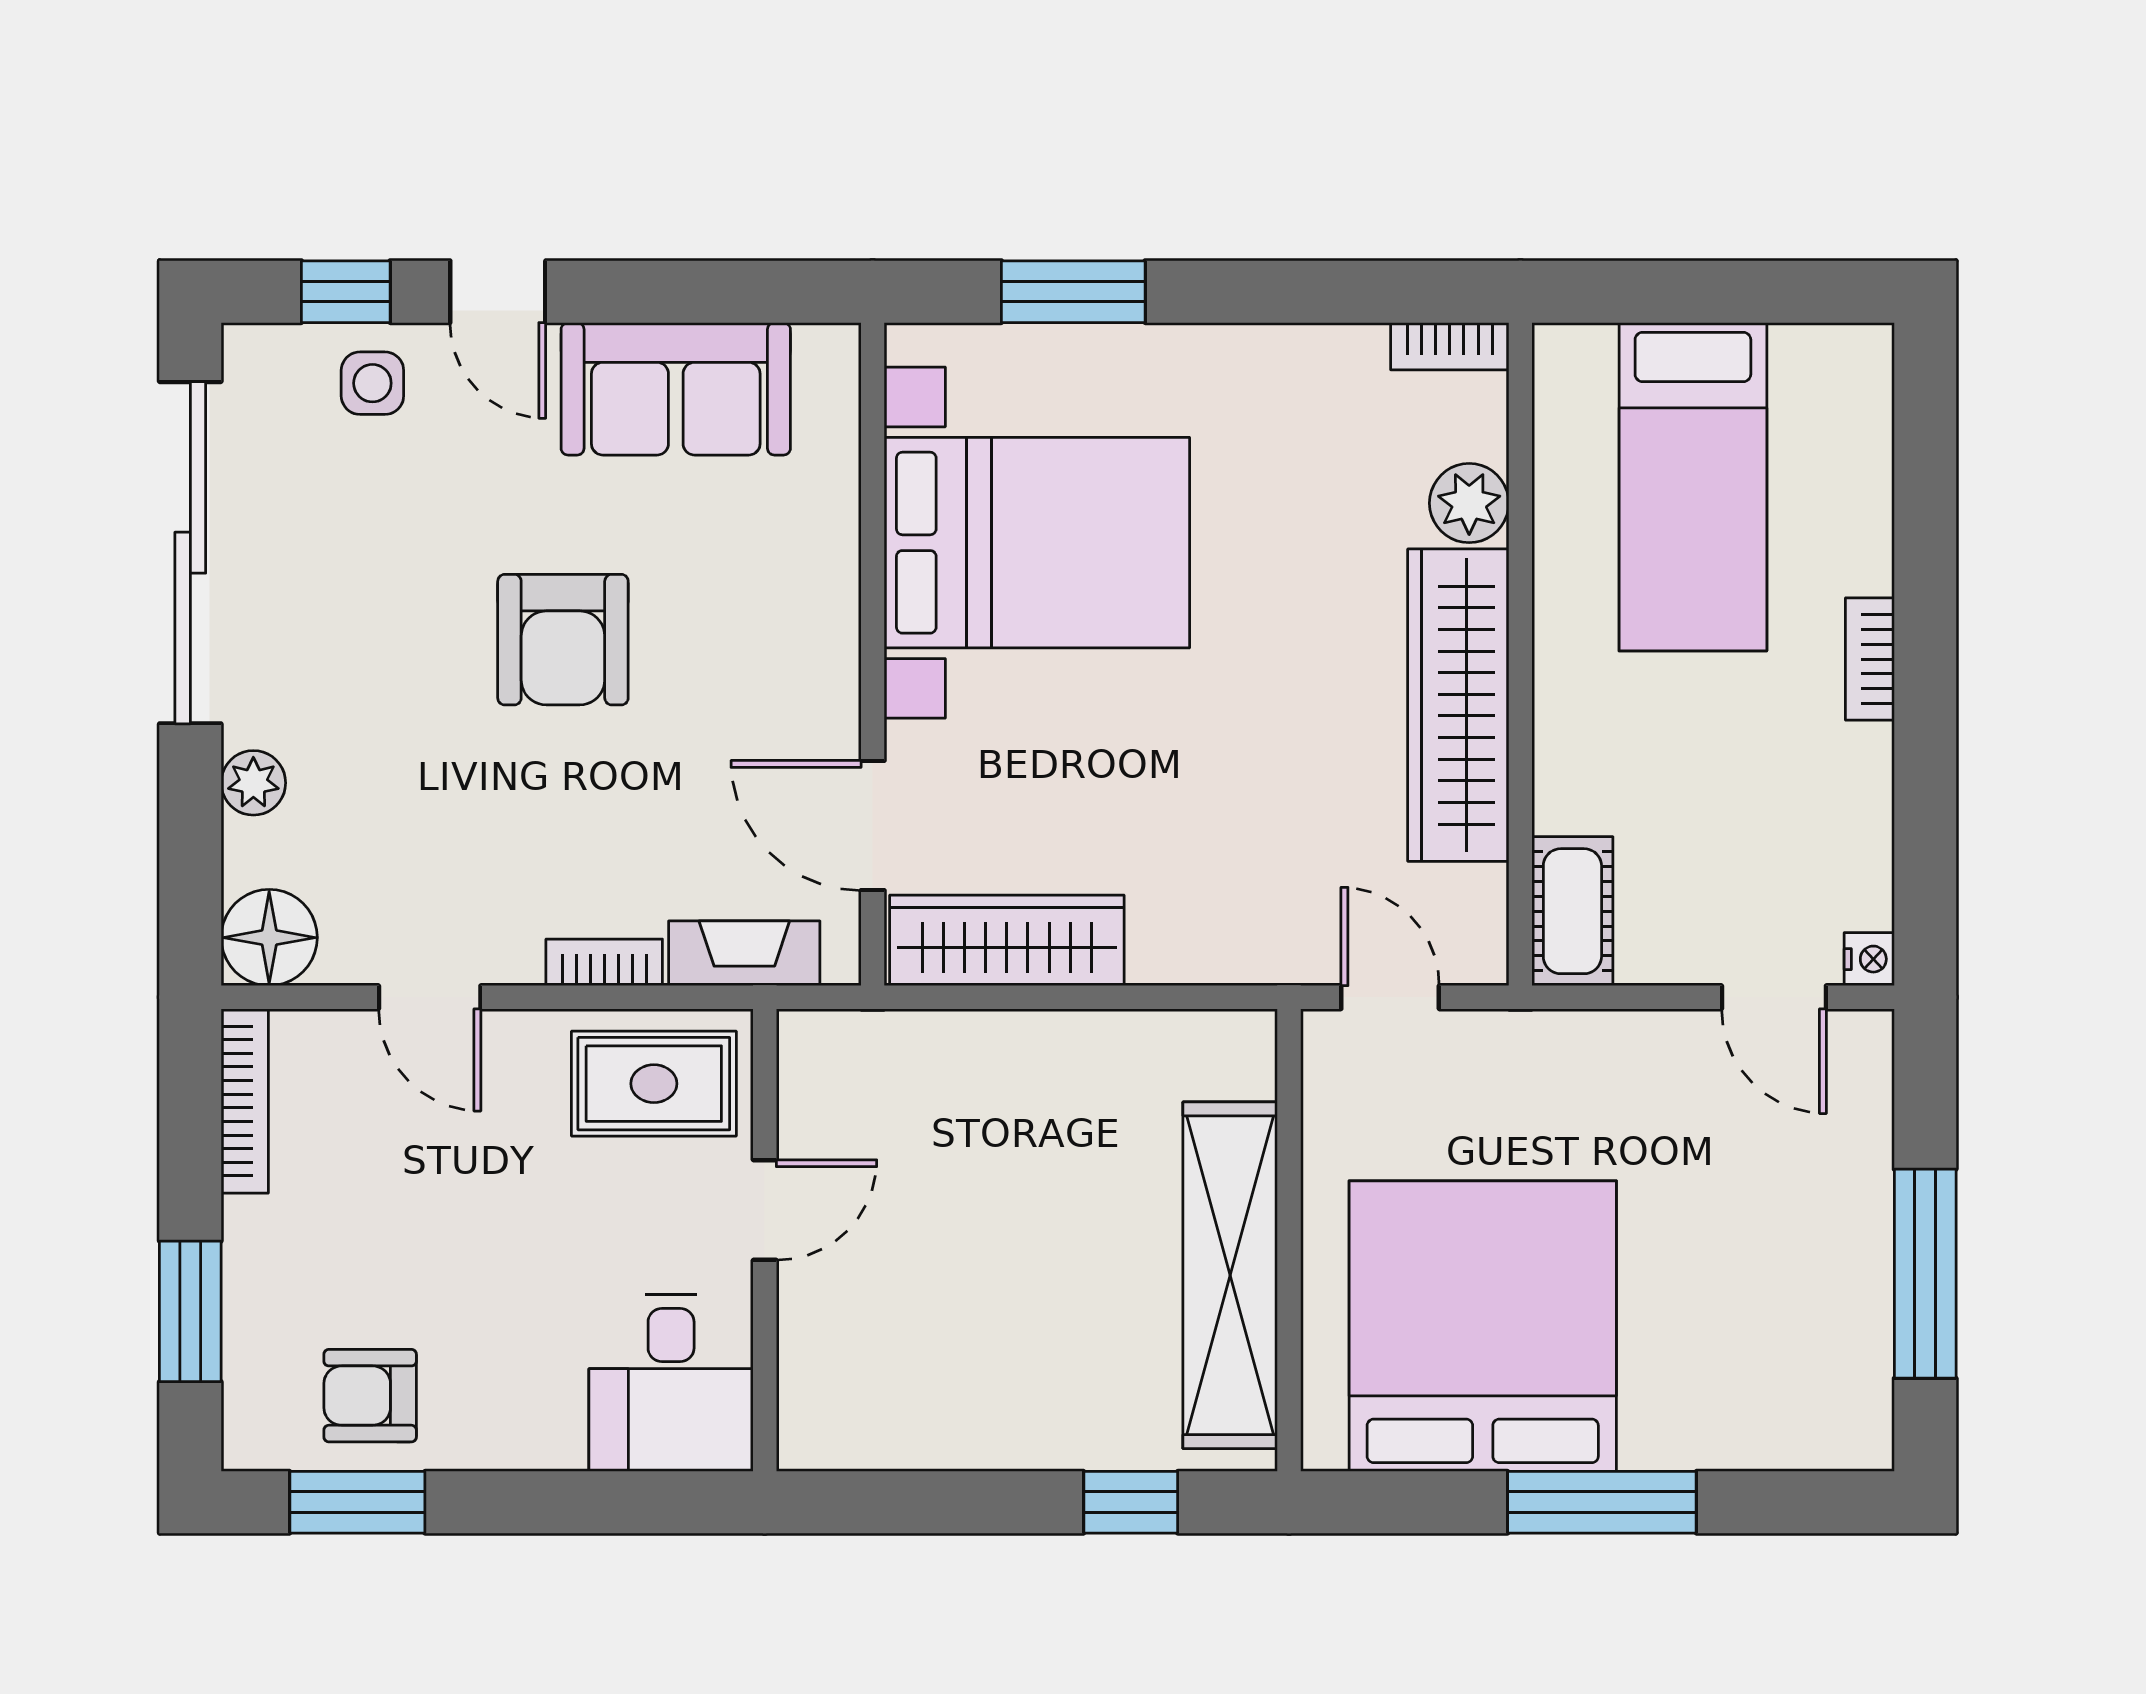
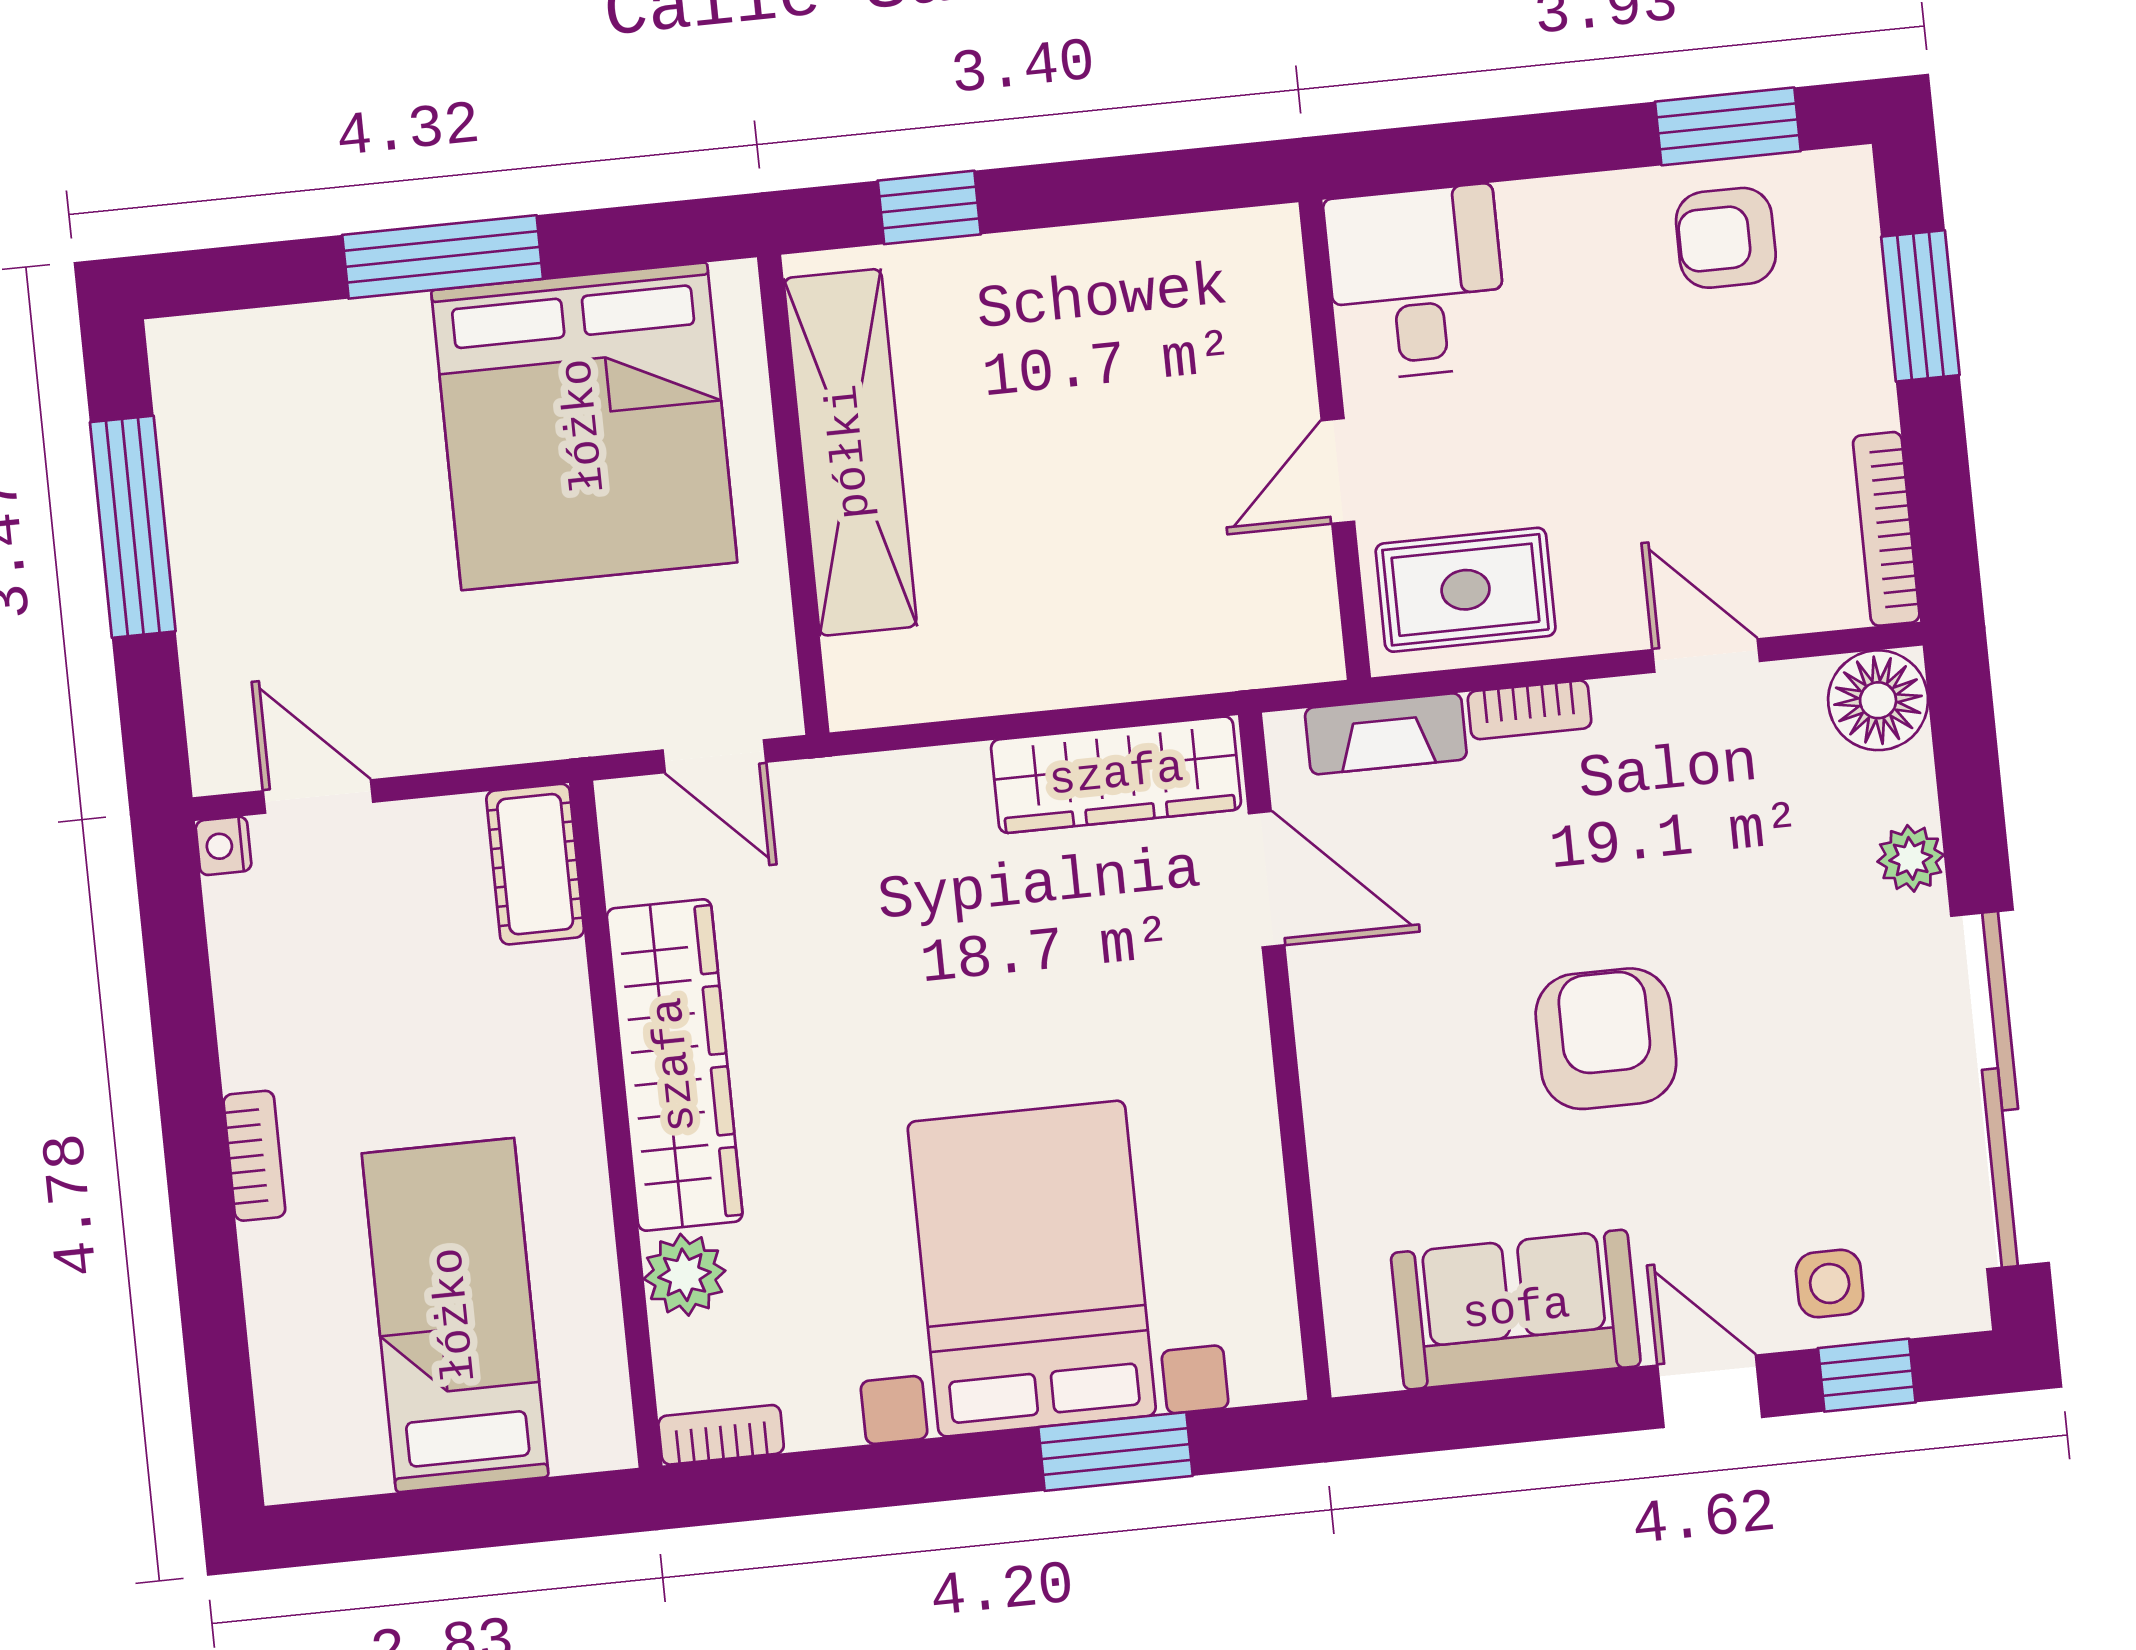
bed with nightstands: (1037, 543) -> (1032, 1269), moved, turned 90
armchair: (370, 1396) -> (1726, 238), turned 180

